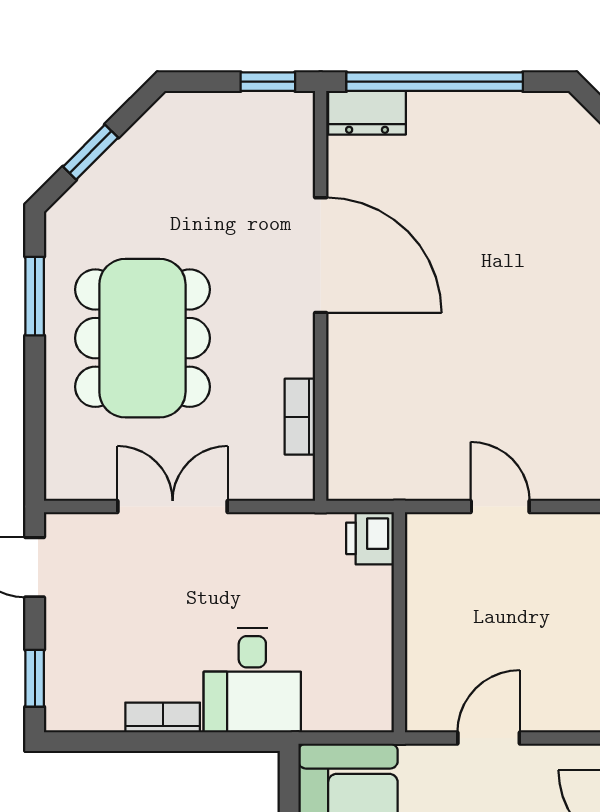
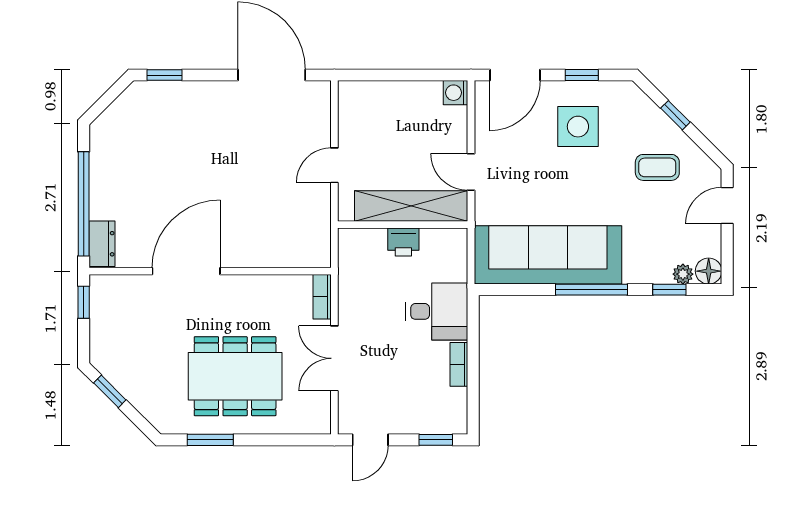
window: (91, 152) -> (110, 391), moved
bookcase: (300, 417) -> (322, 297), moved, turned 90
printer: (370, 538) -> (403, 242), moved
shelving: (431, 637) -> (411, 206), added

